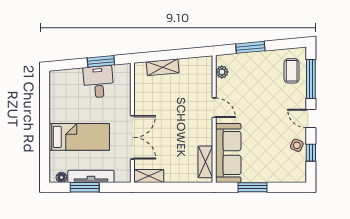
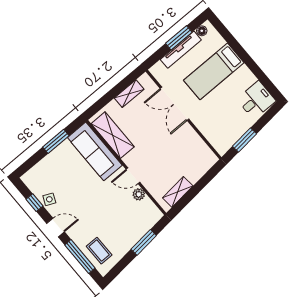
shelving: (163, 67) -> (178, 192), moved
plant: (222, 72) -> (139, 194), moved
desk: (98, 82) -> (256, 100), moved, turned -85
shelving: (205, 162) -> (113, 135), width x1.50, depth x1.33
shelving: (149, 176) -> (129, 94), moved

